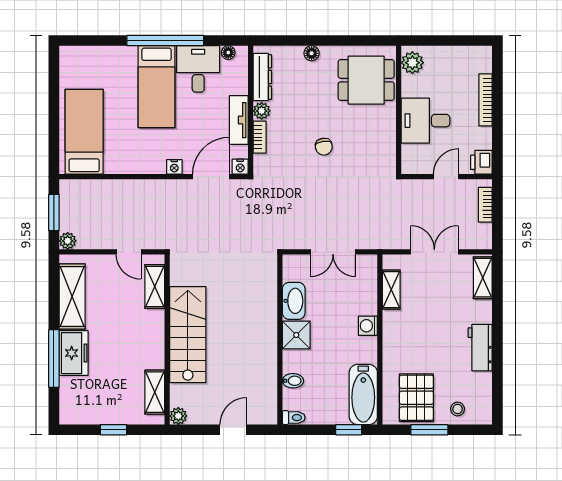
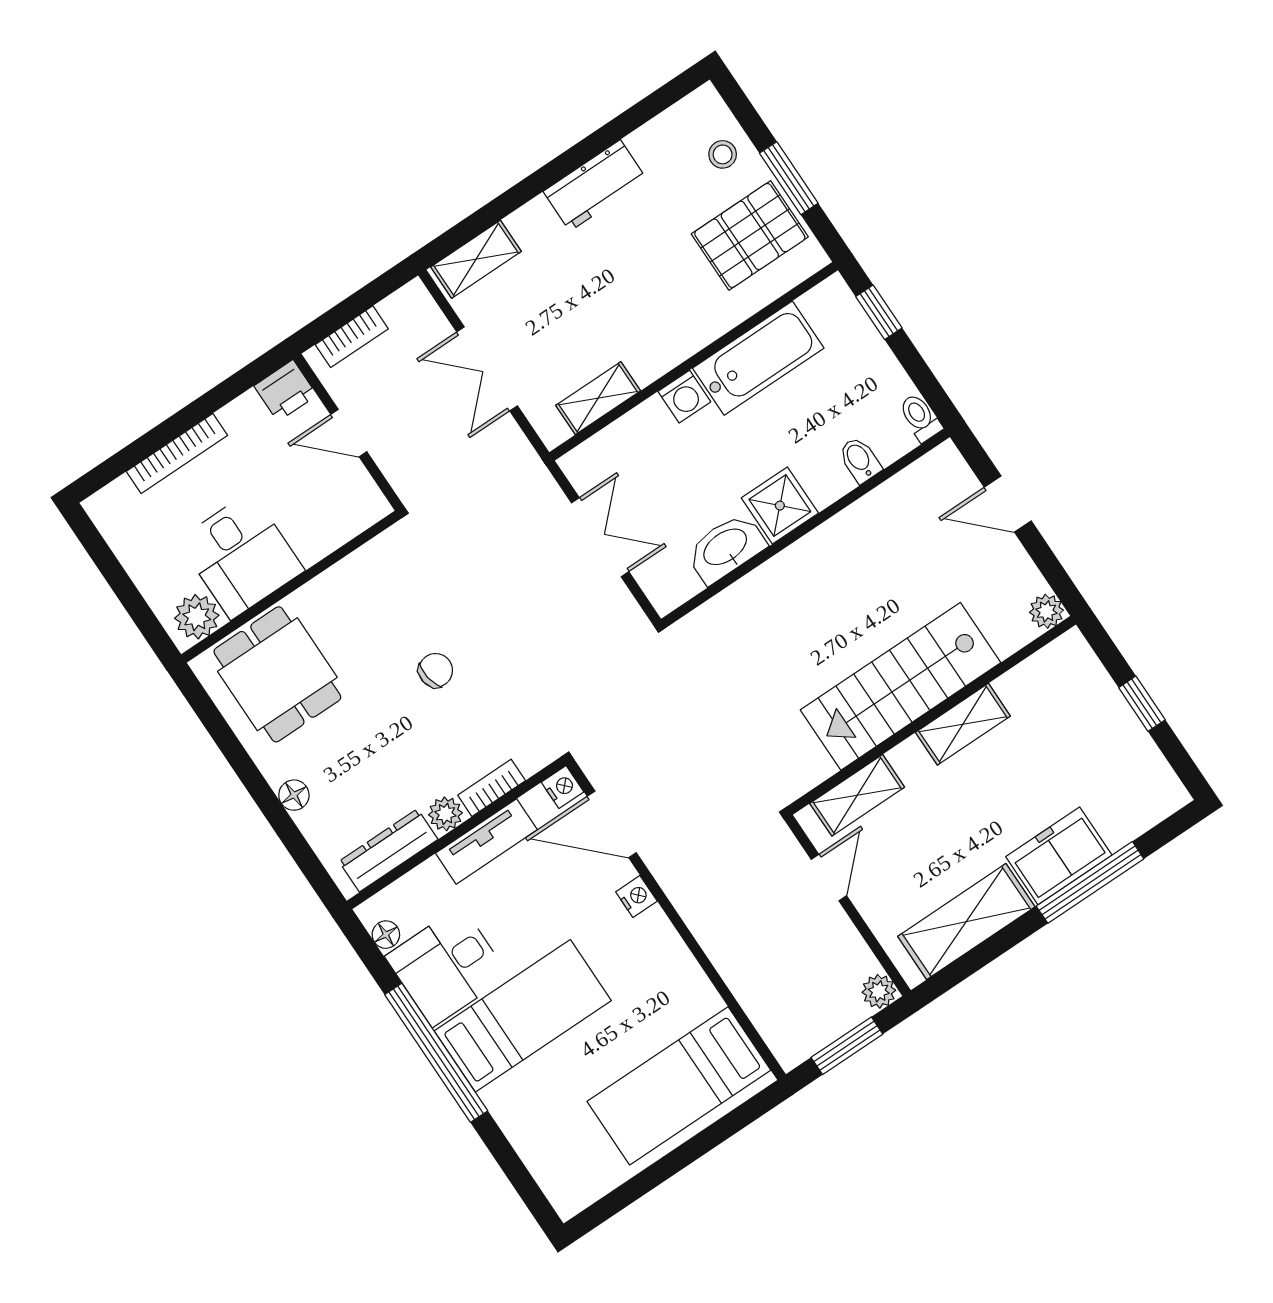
desk: (426, 121) -> (241, 555), moved
shelving: (155, 392) -> (963, 724), moved
bathtub: (363, 394) -> (758, 358), moved

